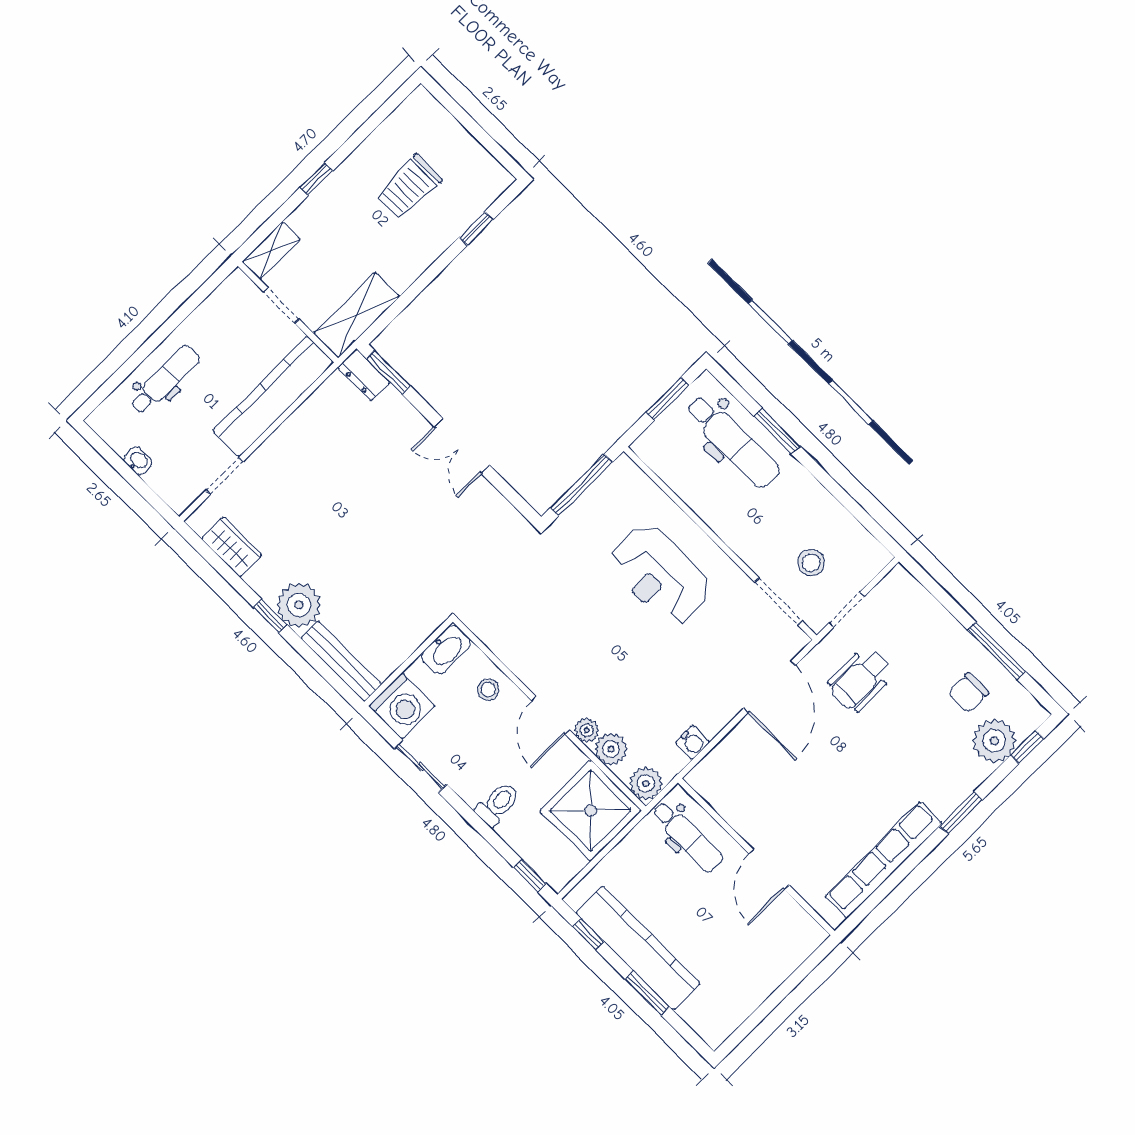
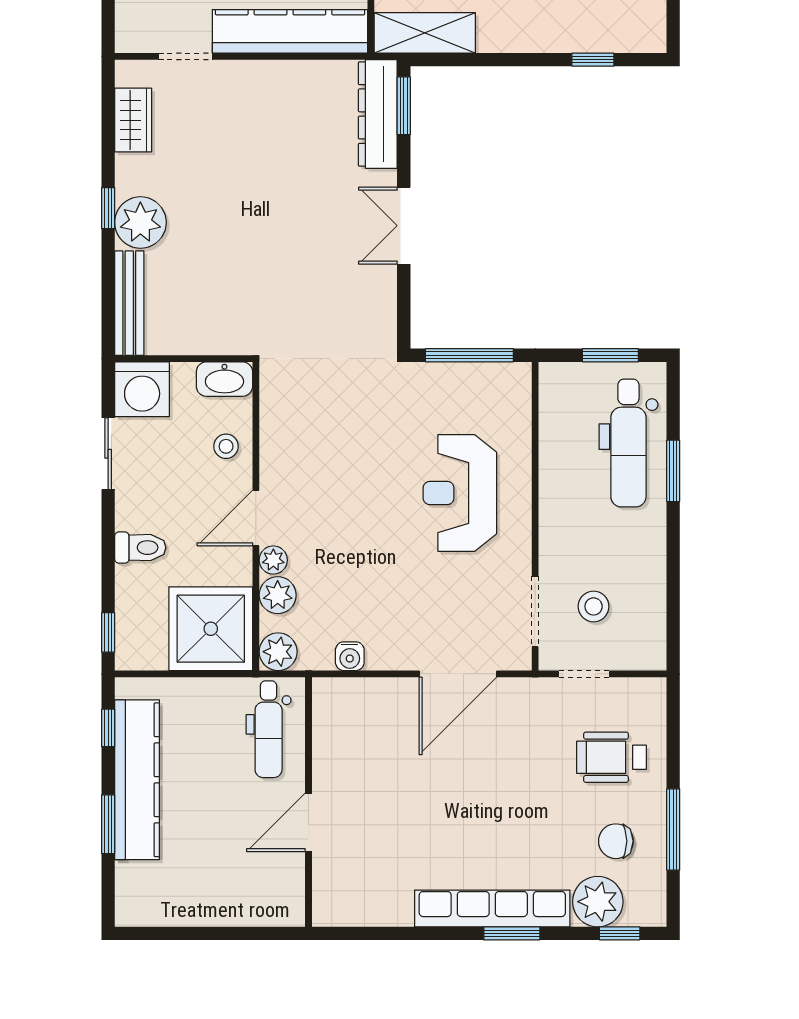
dresser: (364, 375) -> (378, 114), width x1.96, depth x1.24
wheelchair: (860, 679) -> (612, 757), moved
row of seats: (884, 860) -> (492, 908), moved

